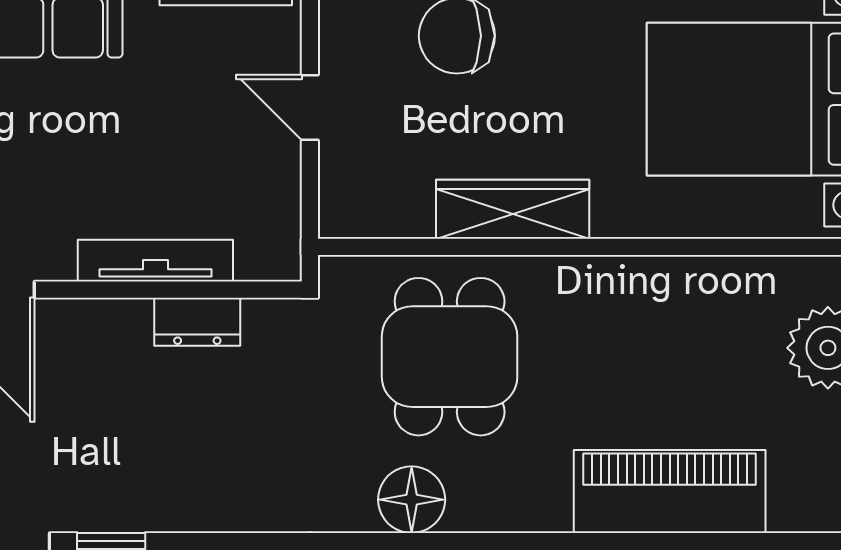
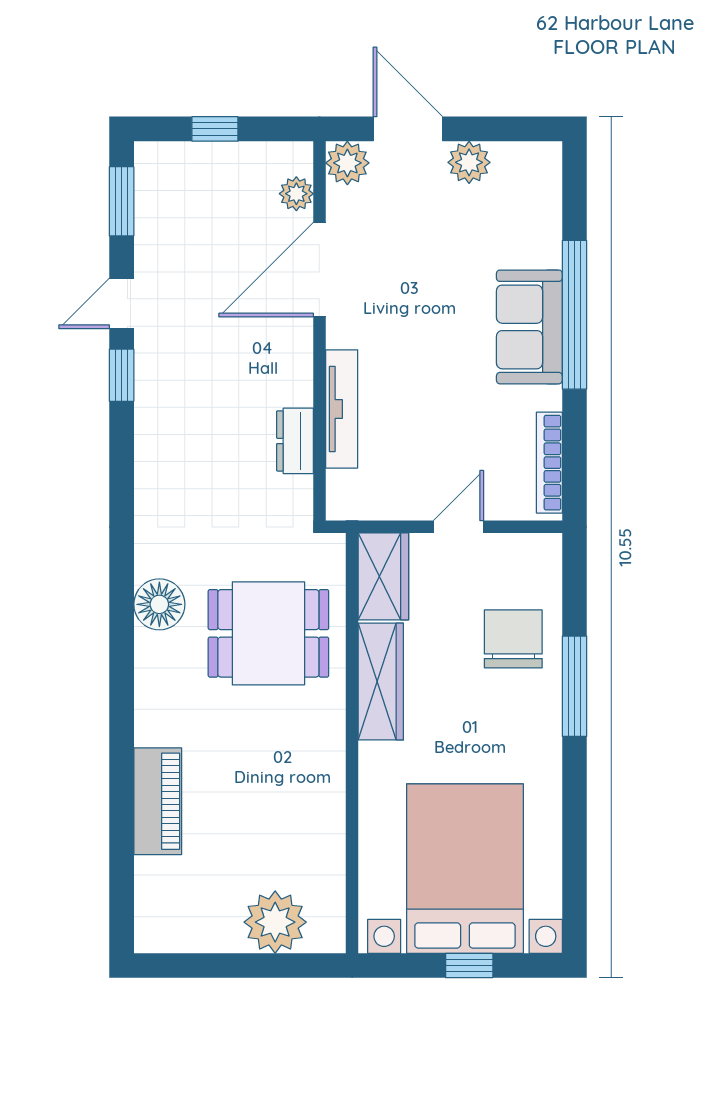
wardrobe: (375, 206) -> (383, 576), added
piano: (670, 492) -> (158, 801), width x0.73, depth x0.75

